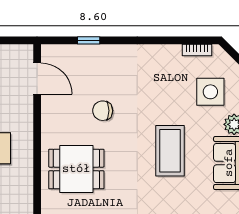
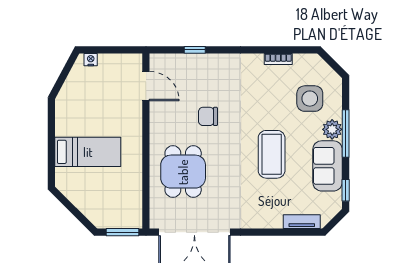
bookcase: (197, 50) -> (278, 59), moved
dining table: (76, 169) -> (183, 172), turned 90

